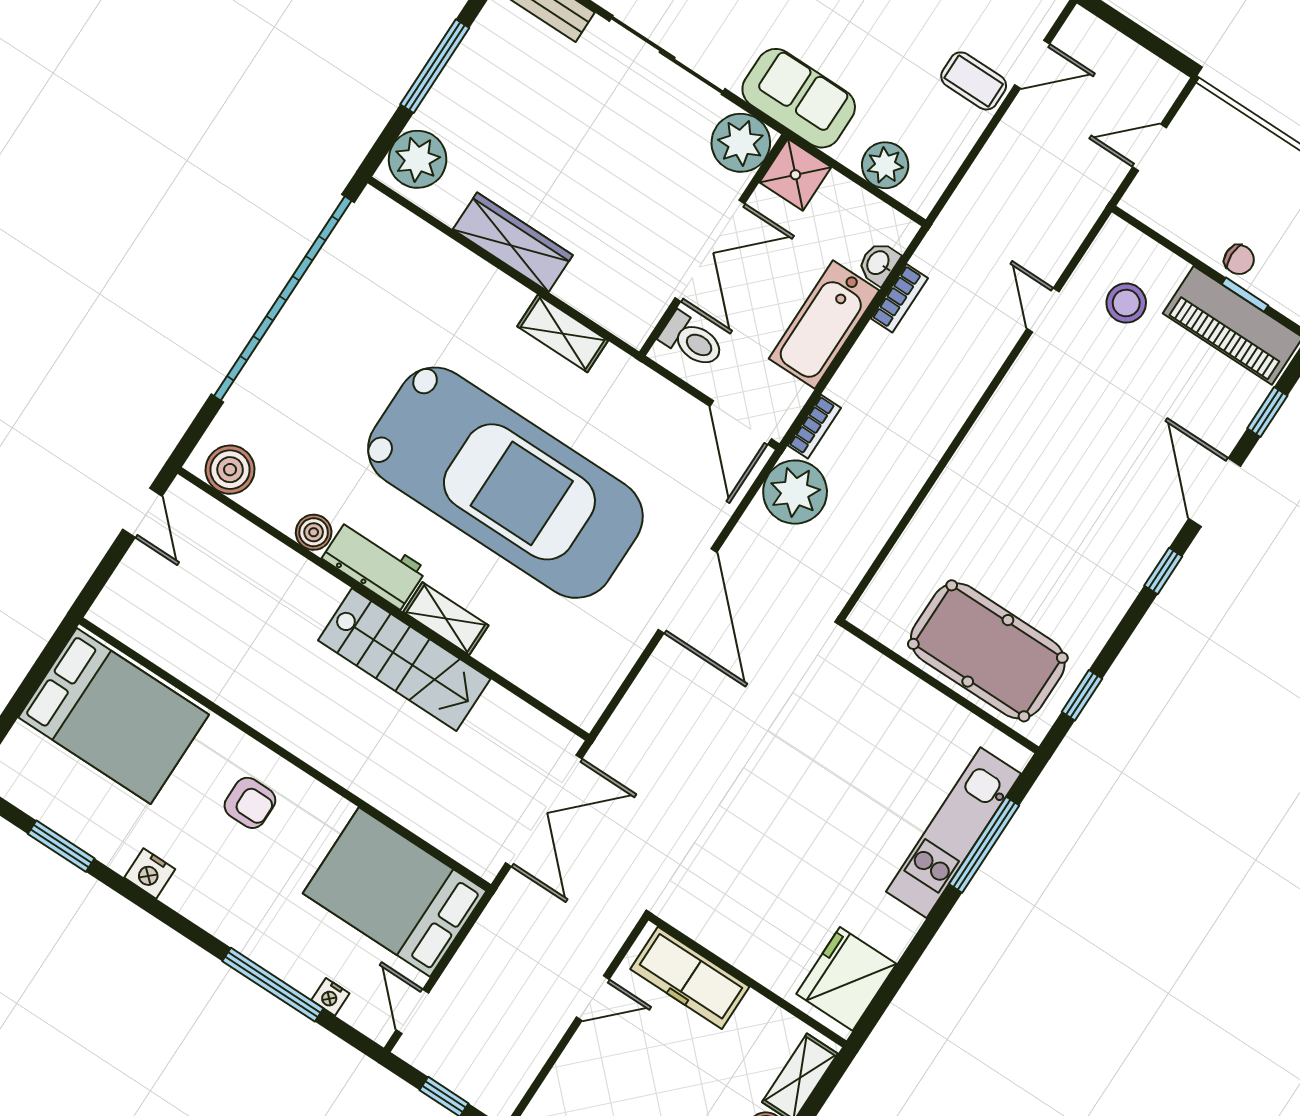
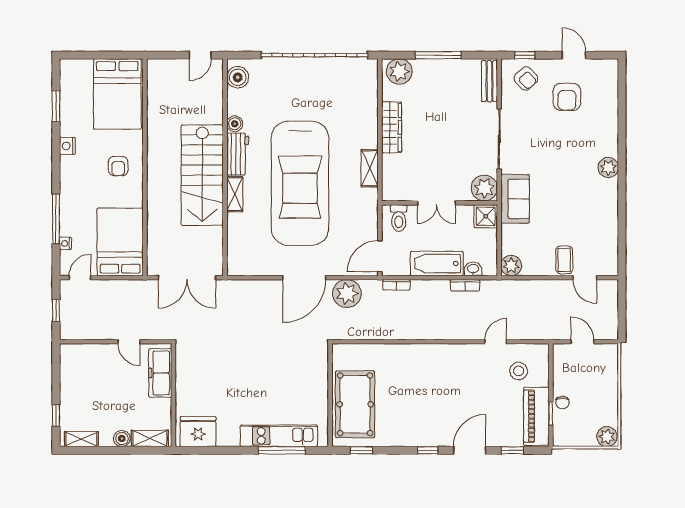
plant: (885, 165) -> (511, 266), moved
double door: (710, 251) -> (437, 203), width x0.73
plant: (795, 492) -> (347, 294), moved
stairs: (404, 660) -> (202, 175), width x1.36, depth x1.51

